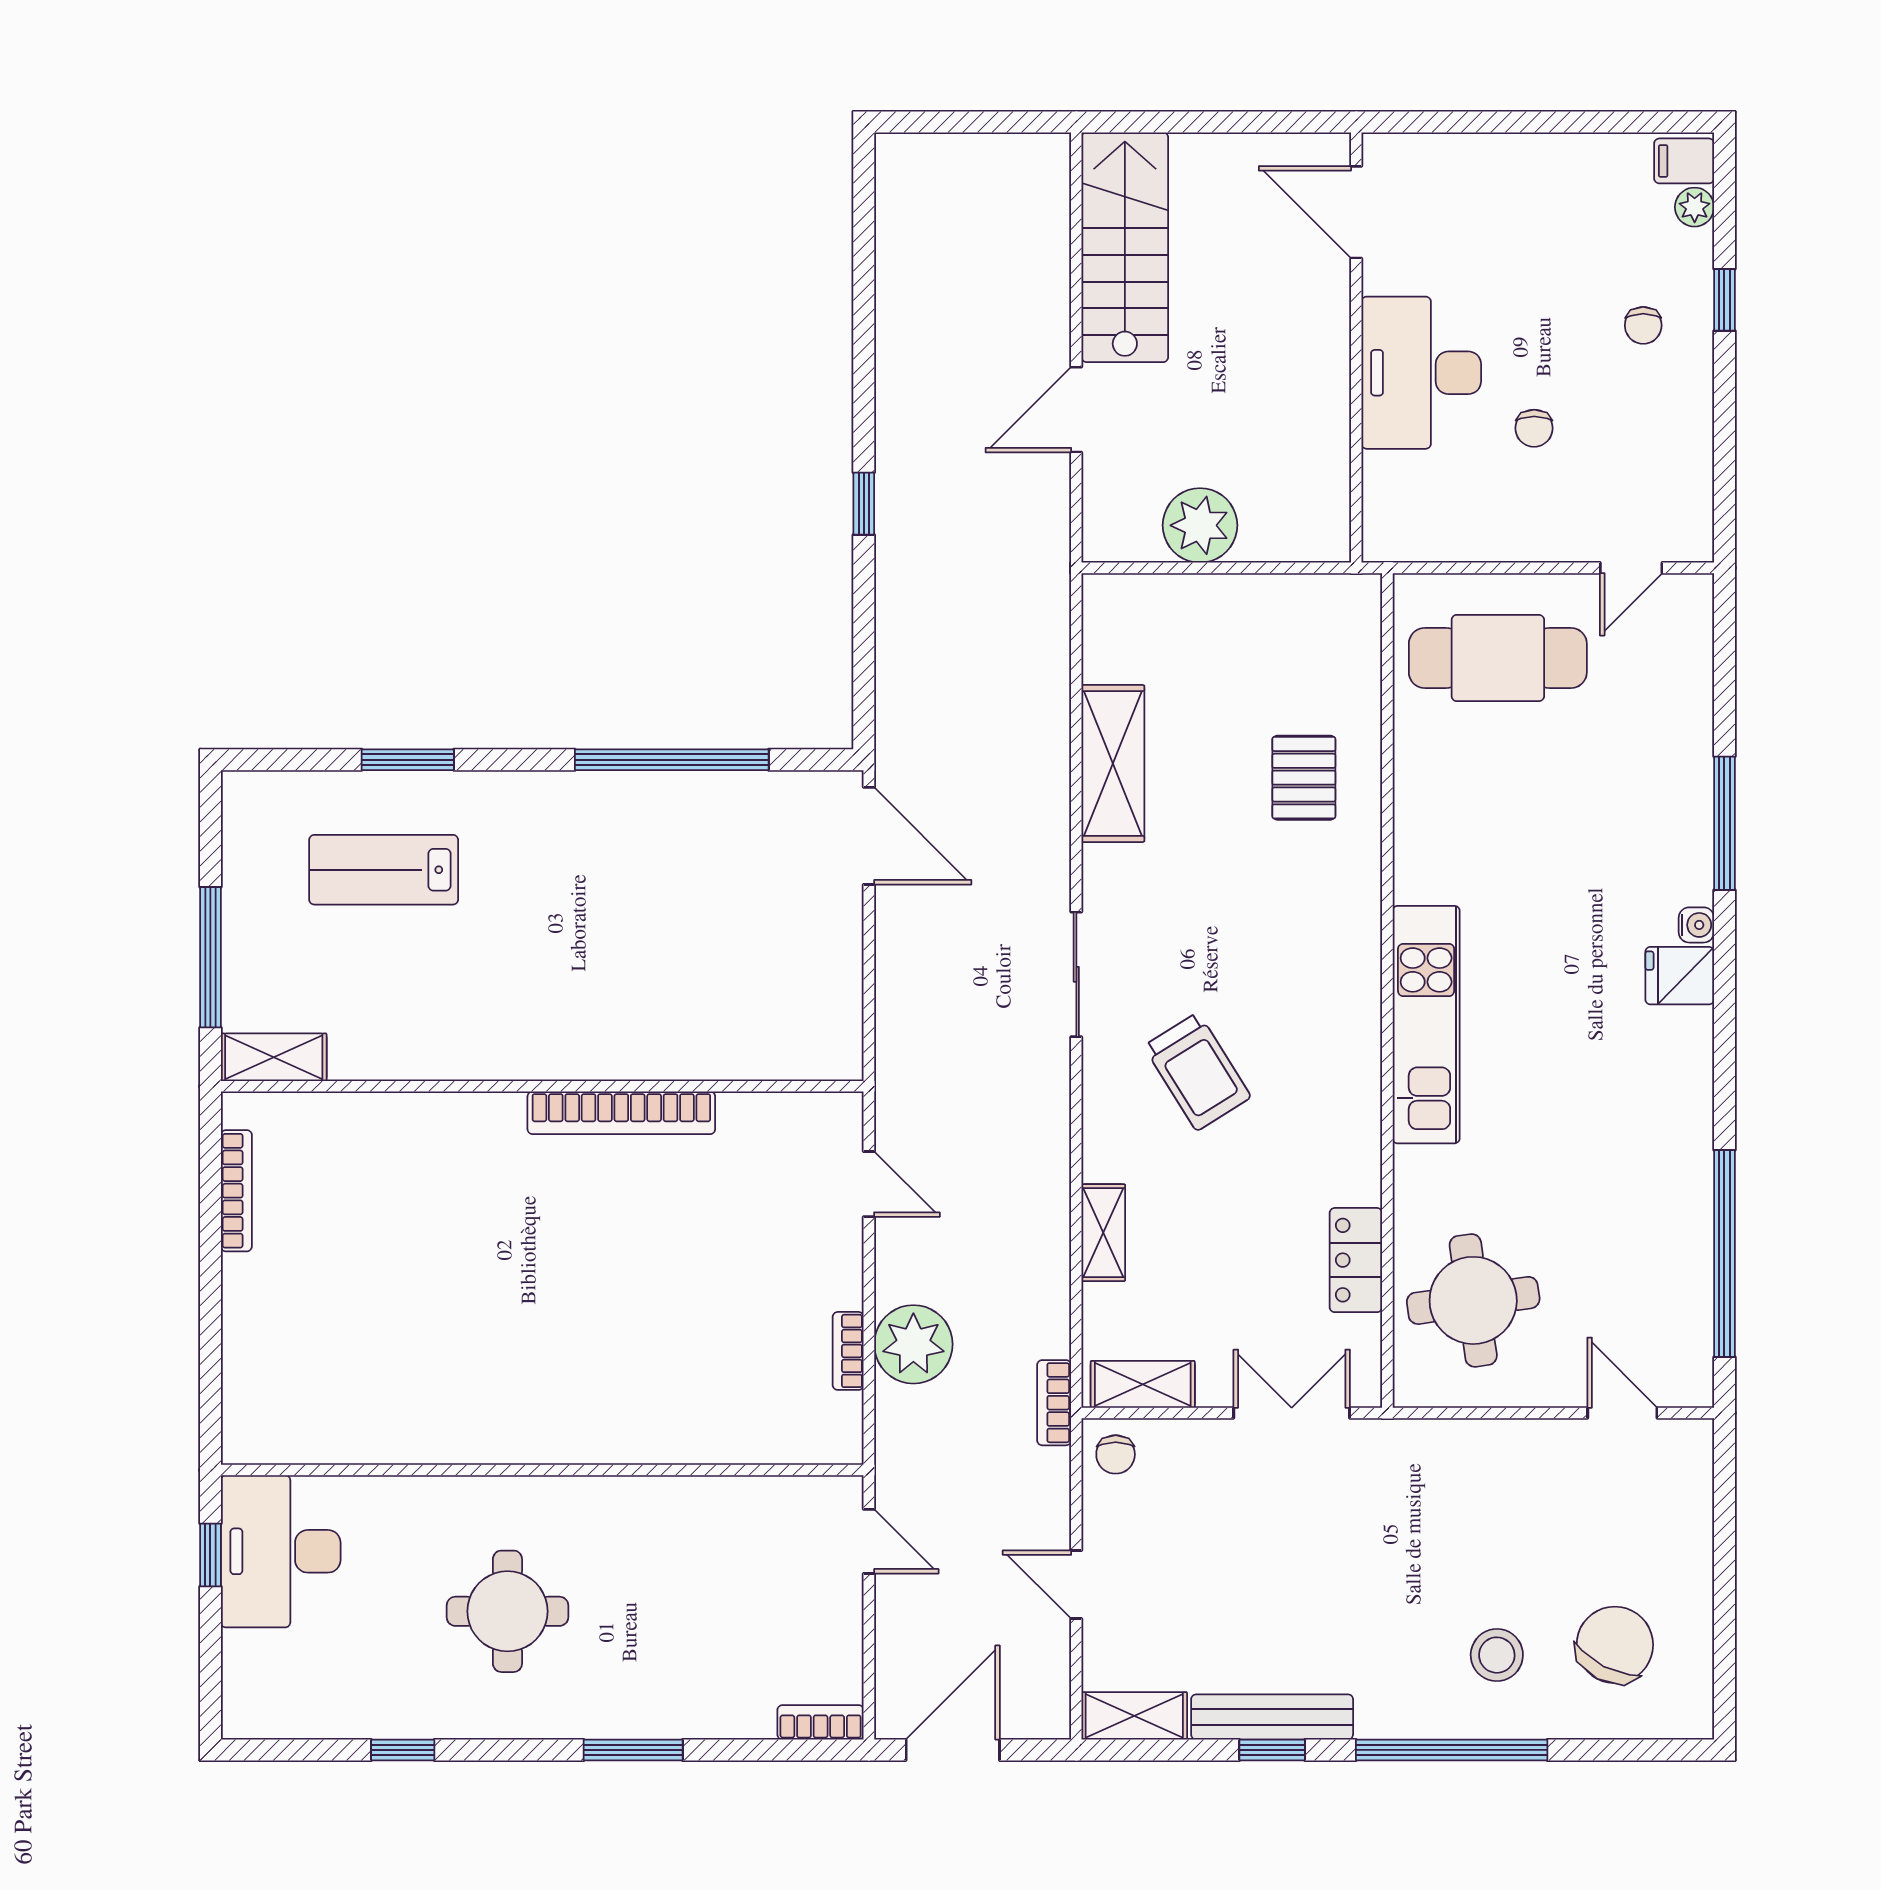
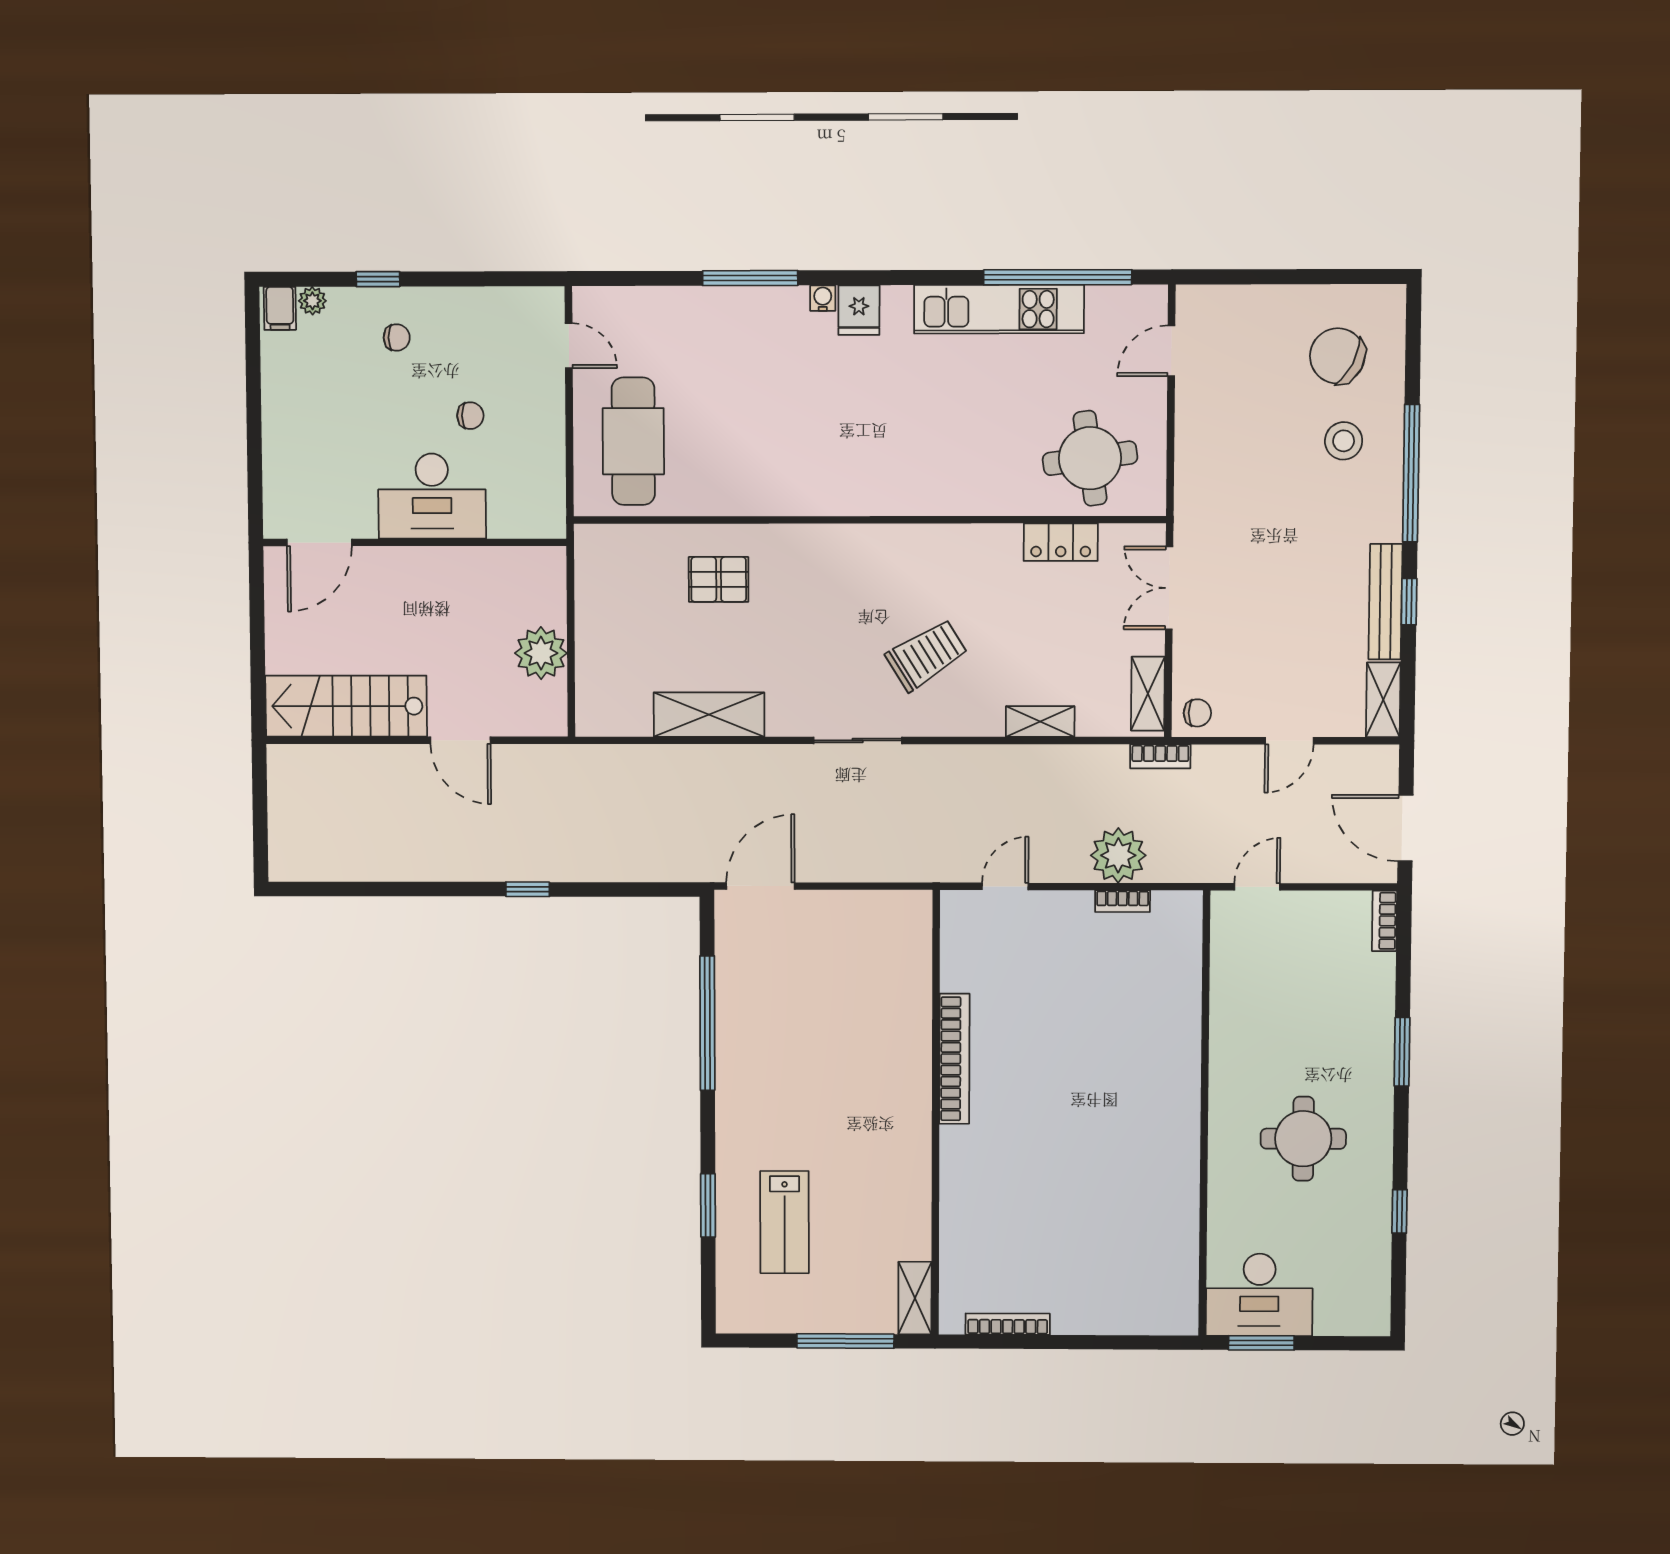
kitchen unit: (1426, 1025) -> (999, 309), moved, turned 180
window: (210, 1555) -> (1261, 1343), width x1.50

